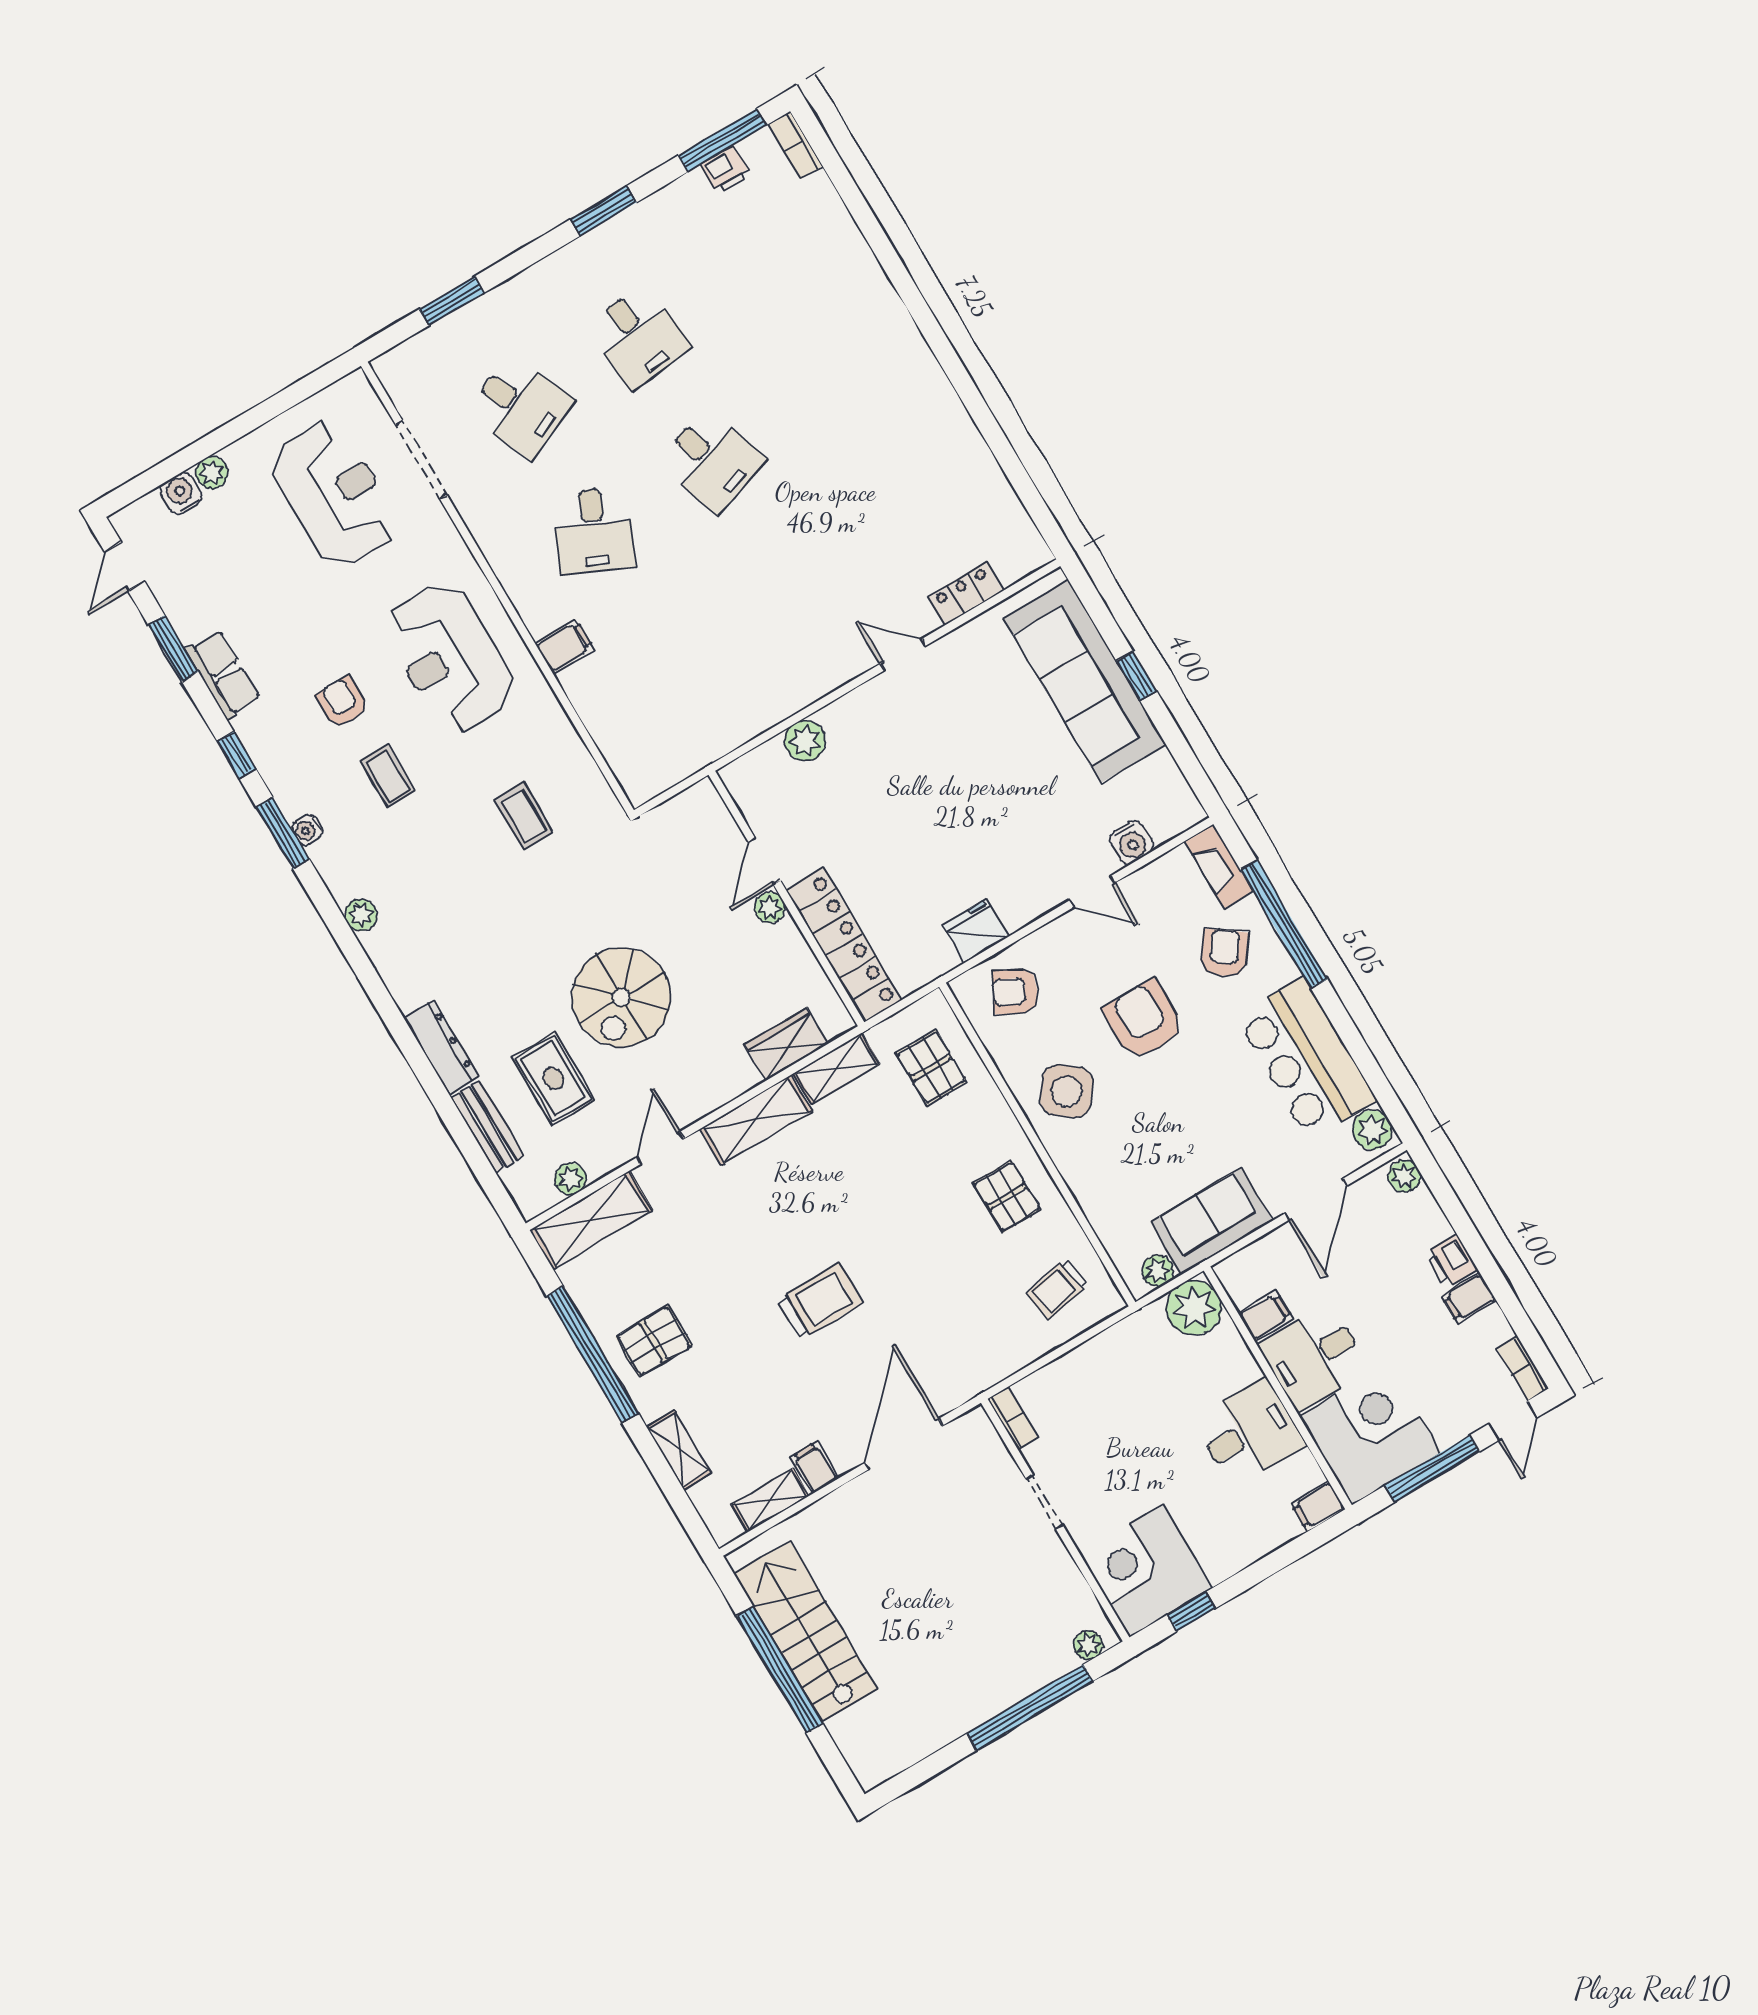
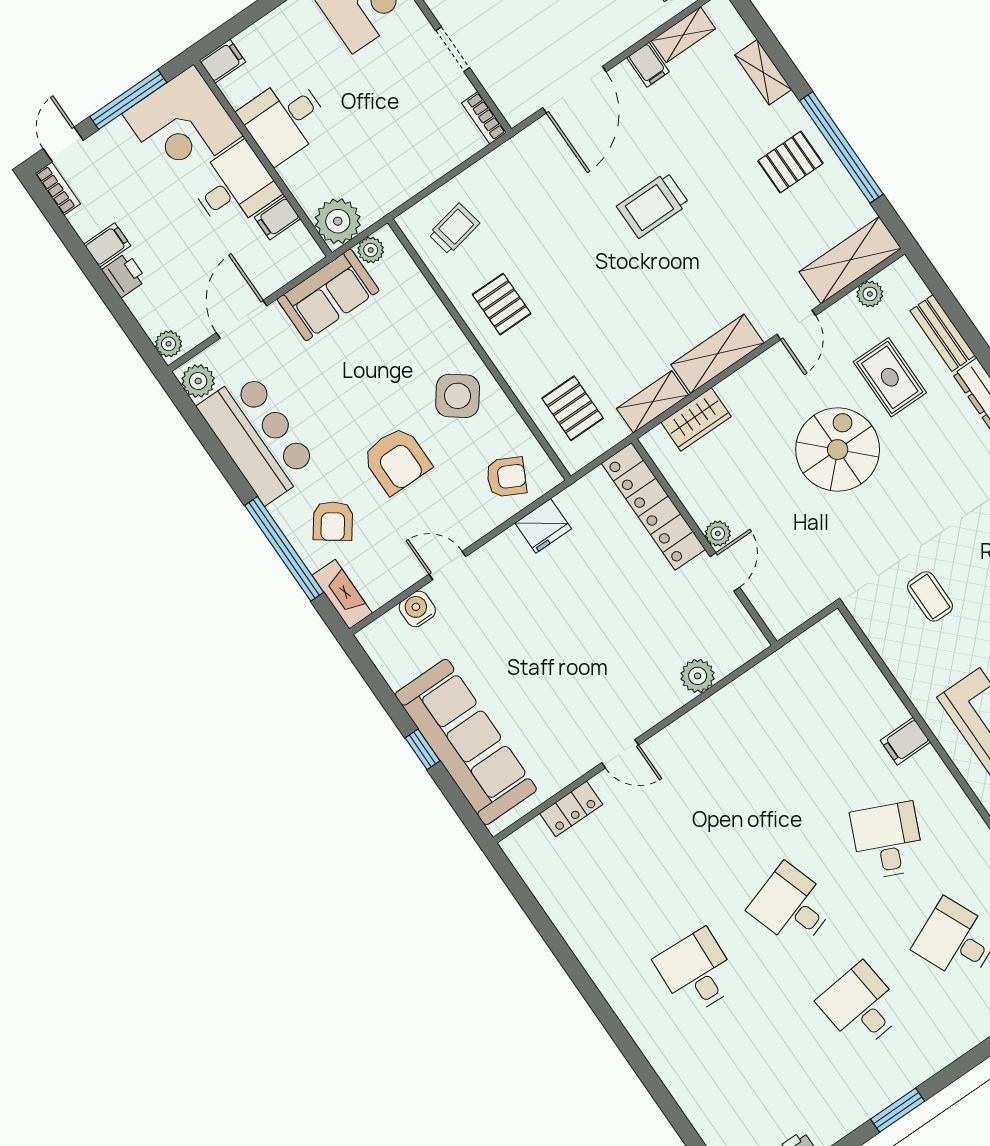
desk: (830, 391) -> (697, 972), added

